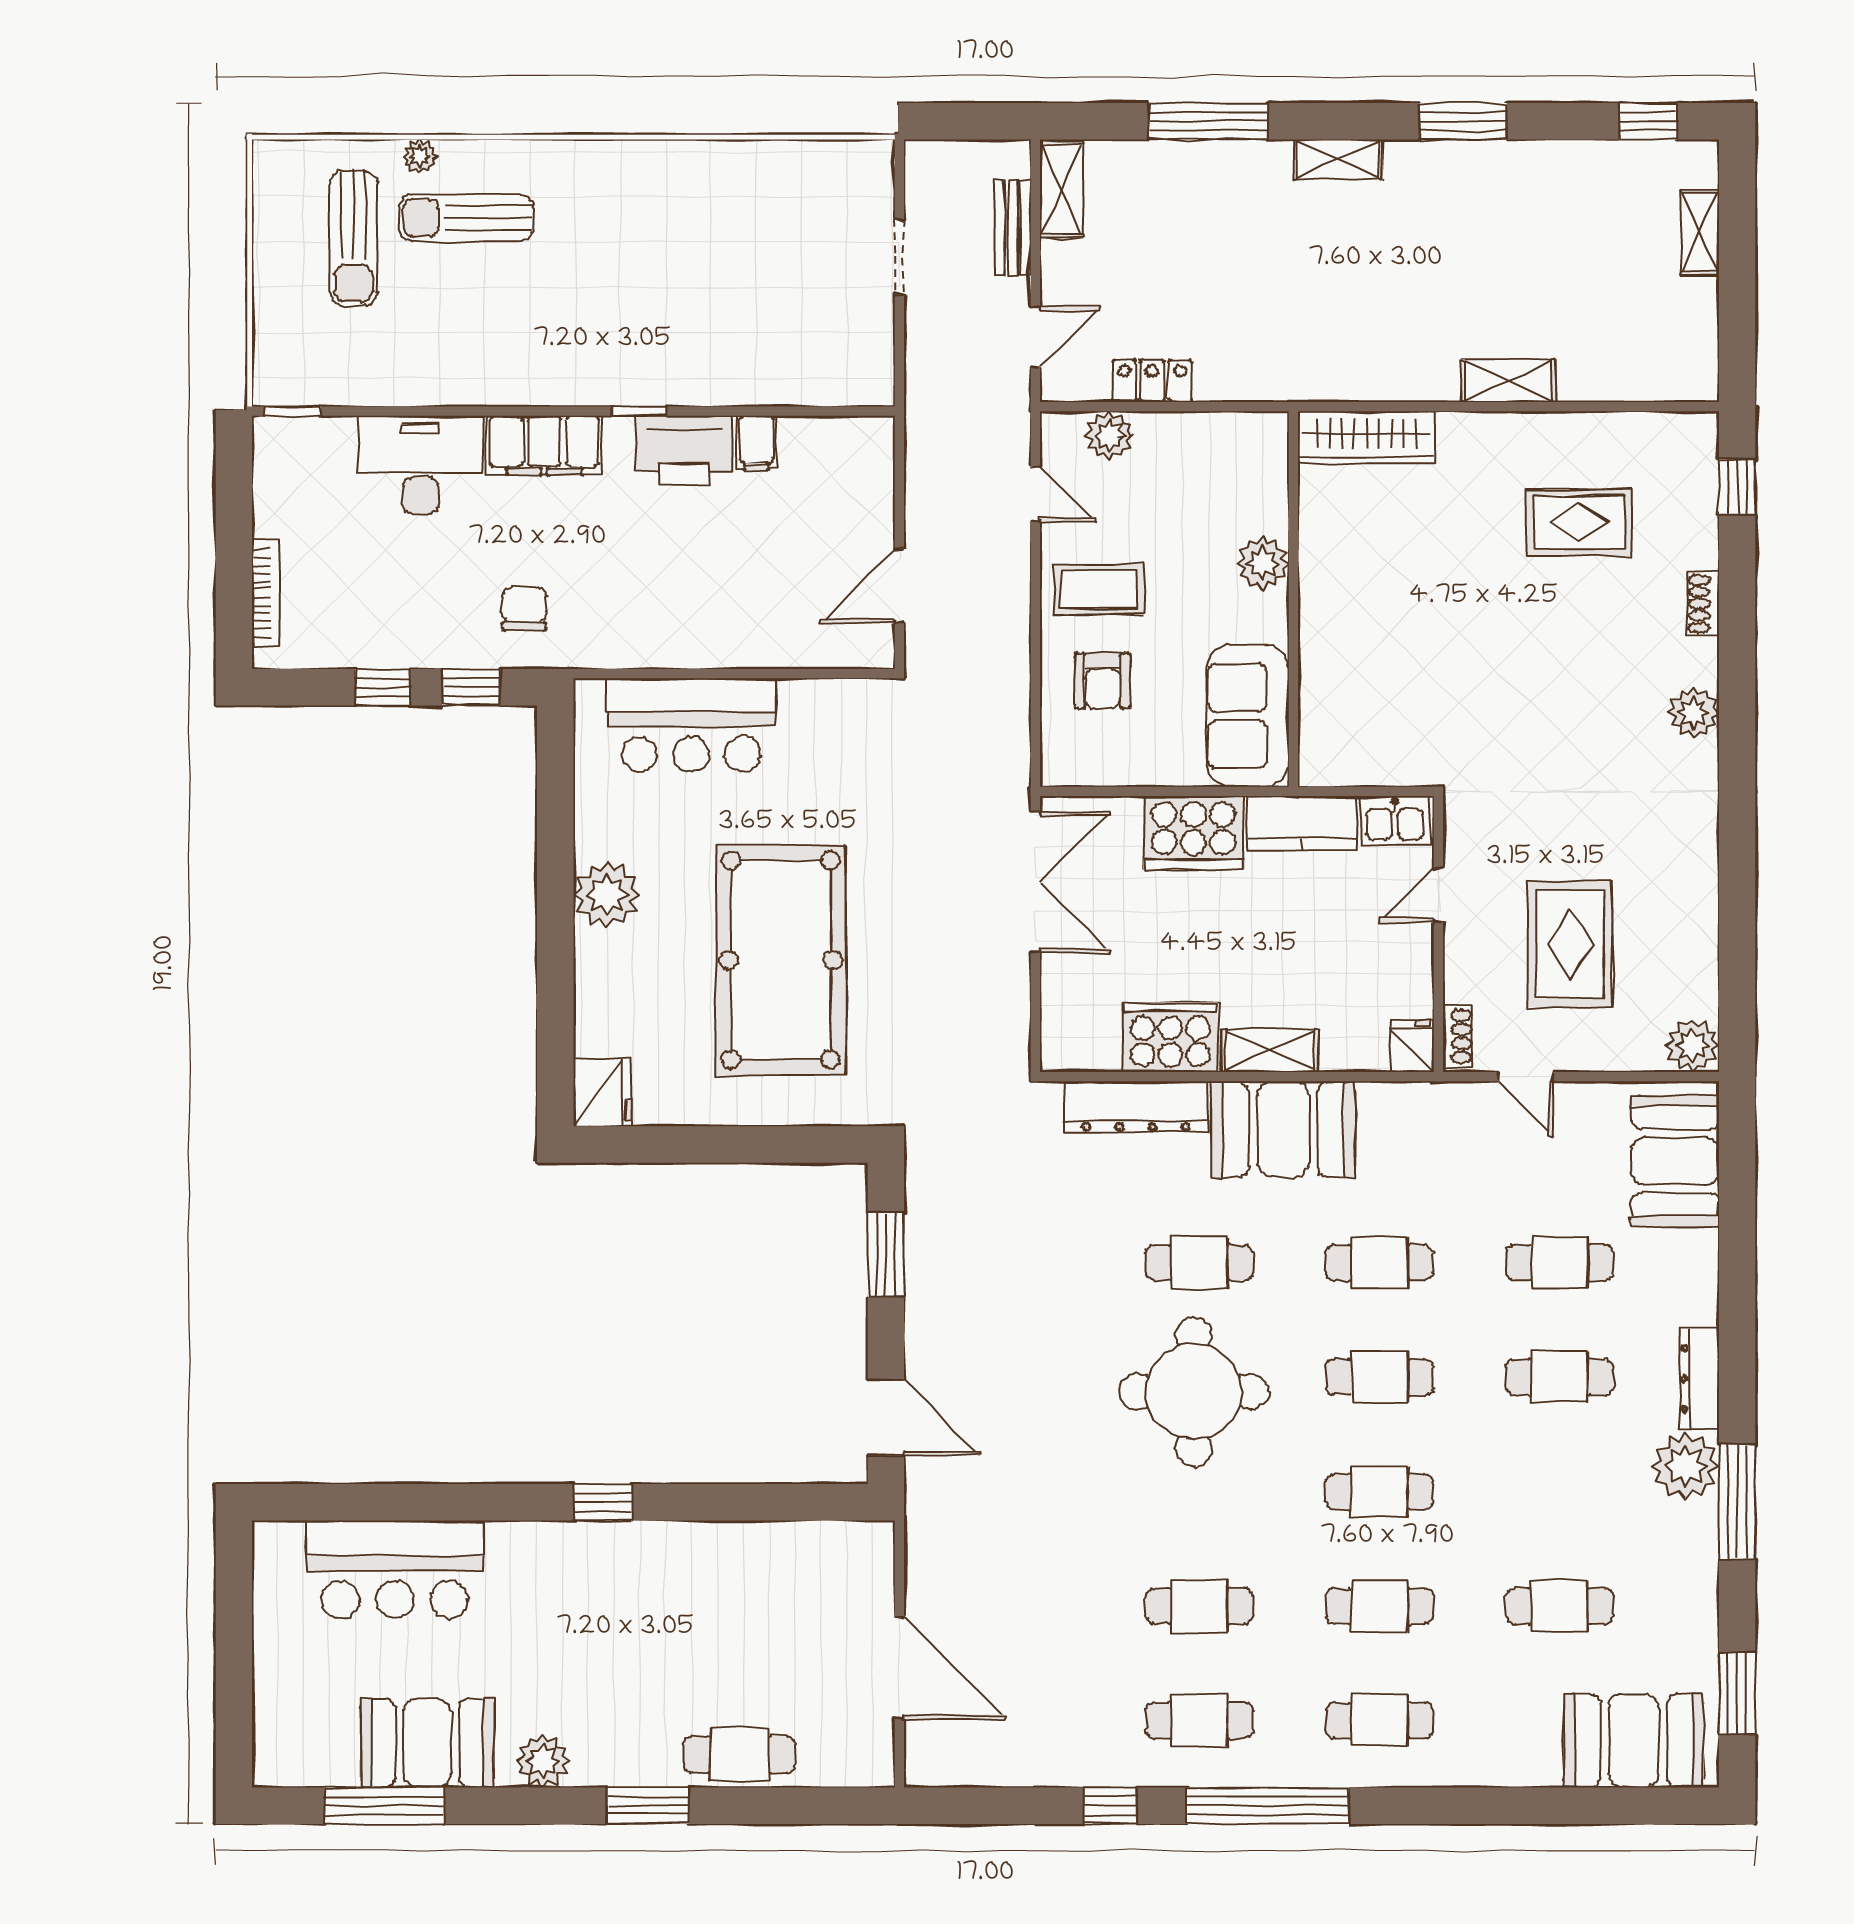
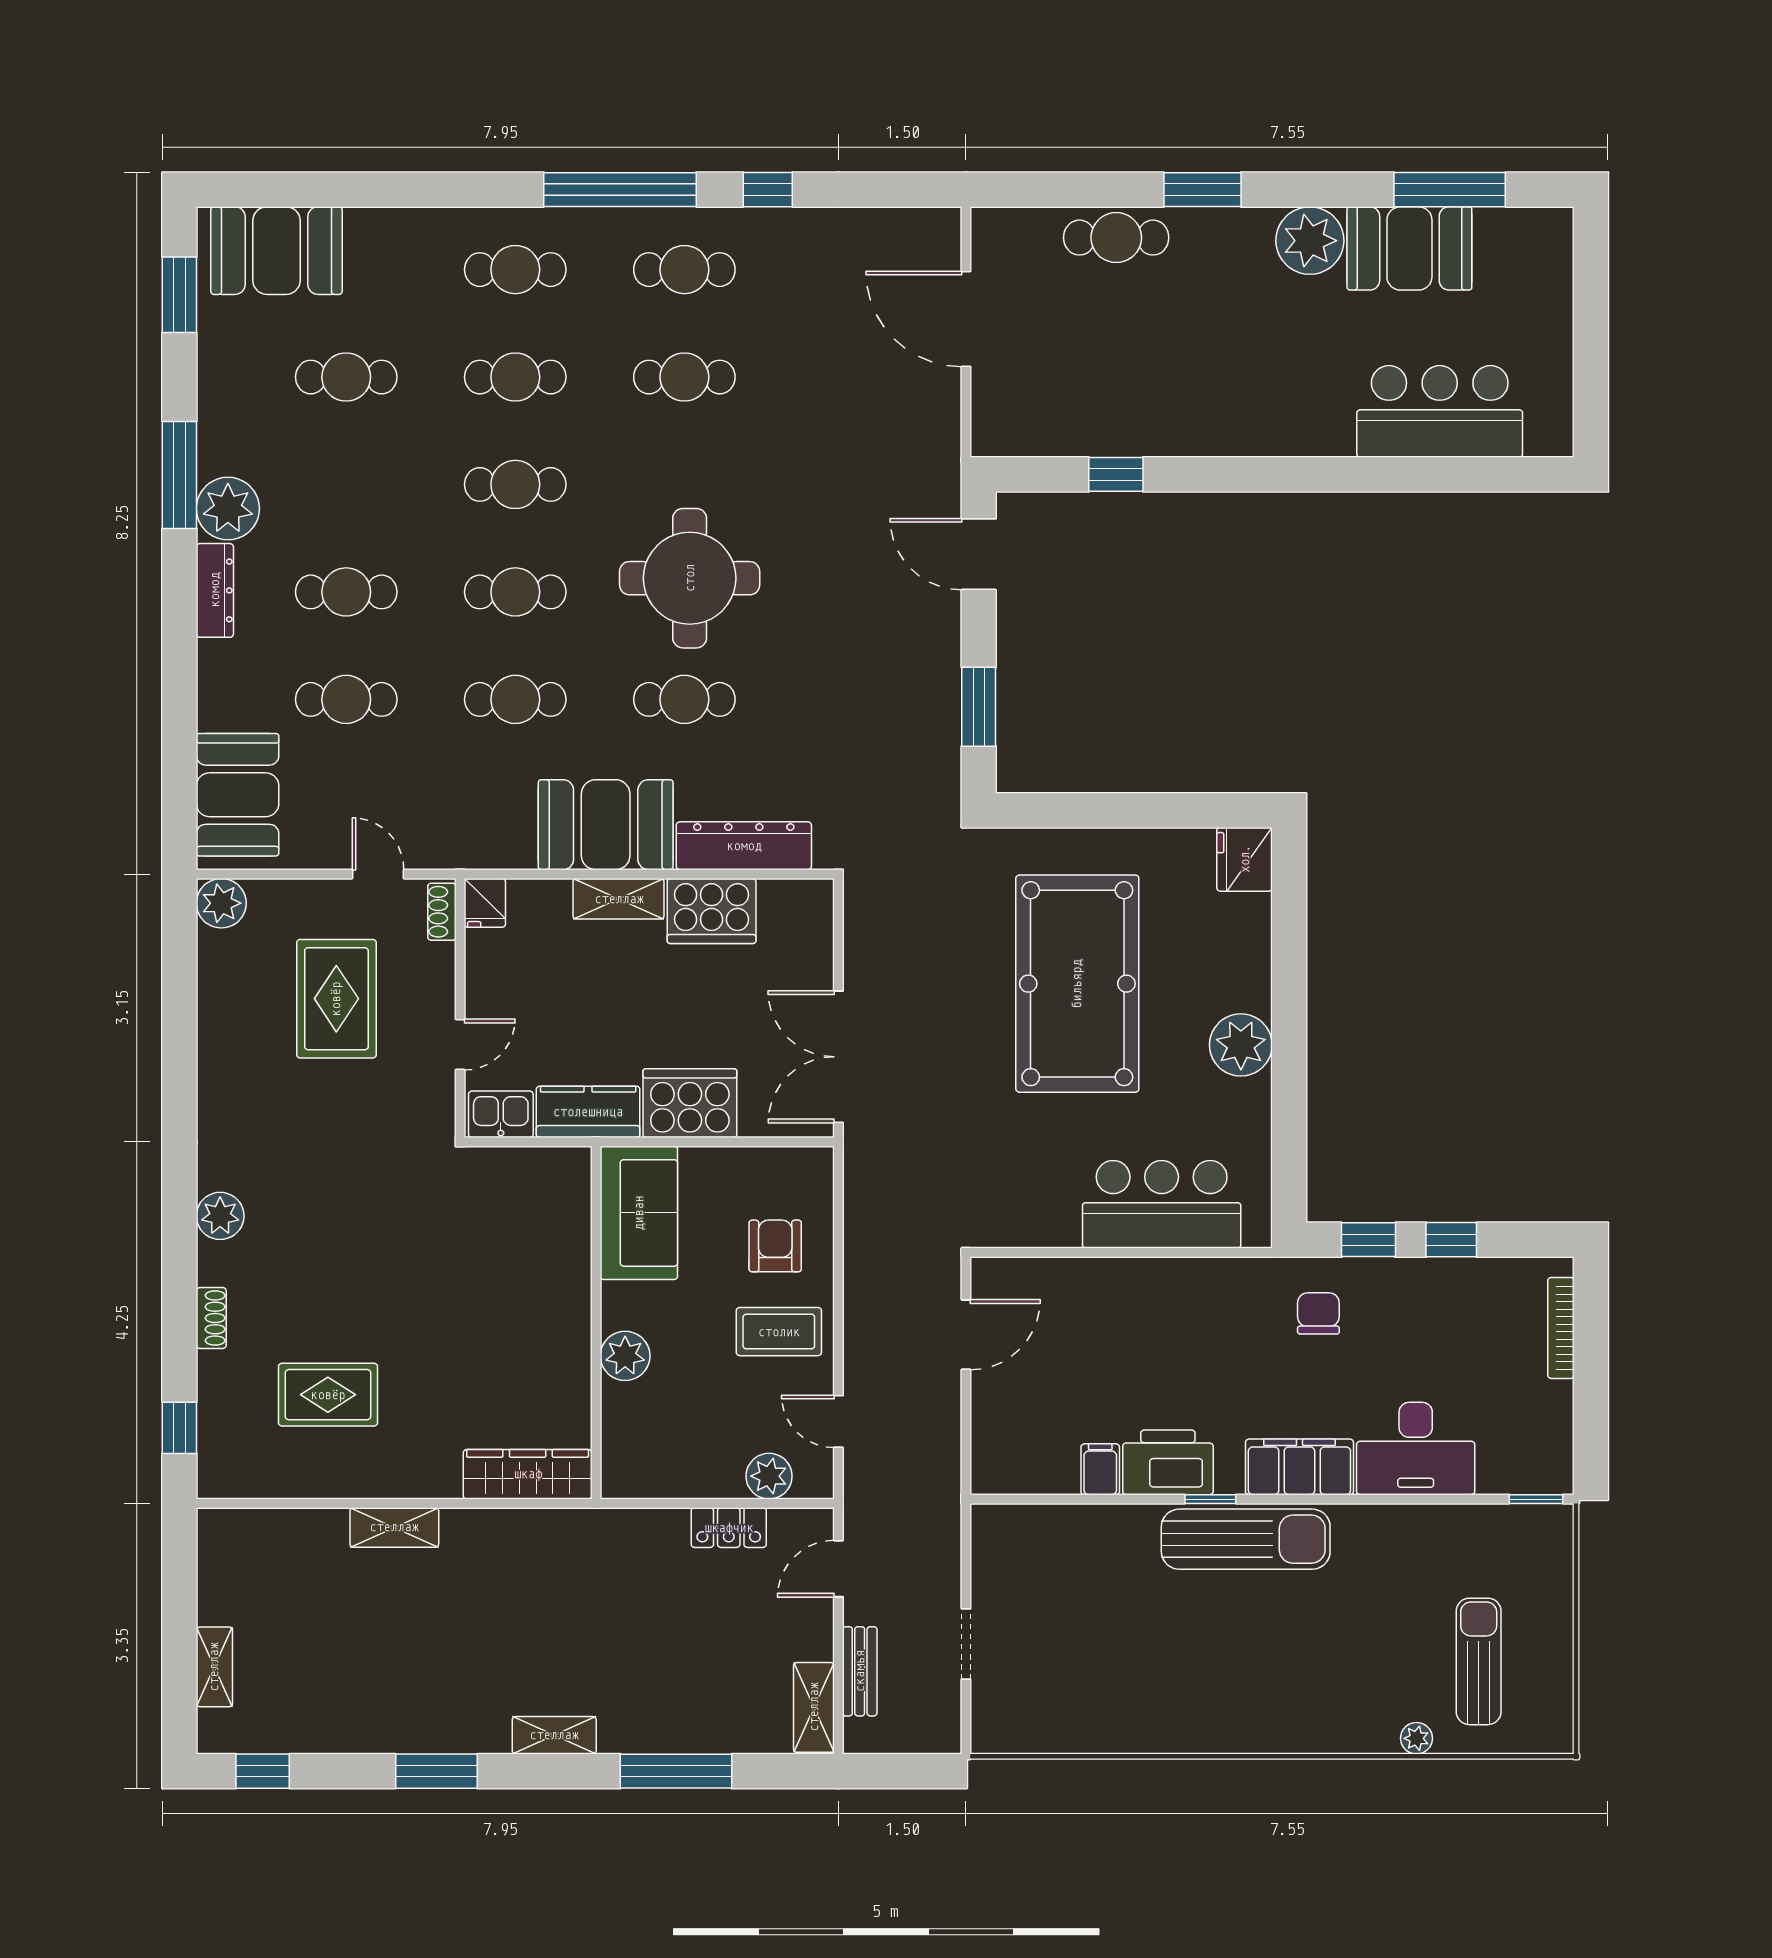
sun lounger: (466, 218) -> (1246, 1539), moved, width x1.36, depth x1.34
chair: (524, 609) -> (1318, 1313), turned 180
window: (603, 1502) -> (1116, 474), moved
plant: (543, 1761) -> (1310, 241), width x1.36, depth x1.36

